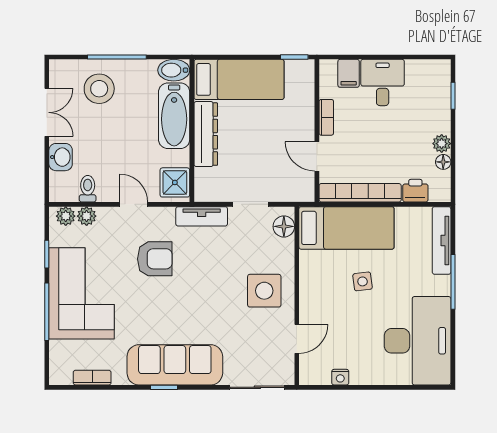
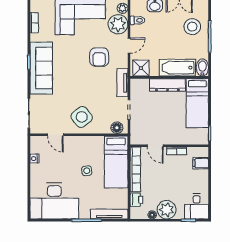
desk: (383, 83) -> (197, 206), moved, turned 90
plant: (442, 144) -> (167, 210), width x1.87, depth x1.87
door: (317, 156) -> (155, 146), swing flipped
plant: (87, 216) -> (118, 24), width x1.87, depth x1.87
side table: (264, 291) -> (82, 117), turned -38

